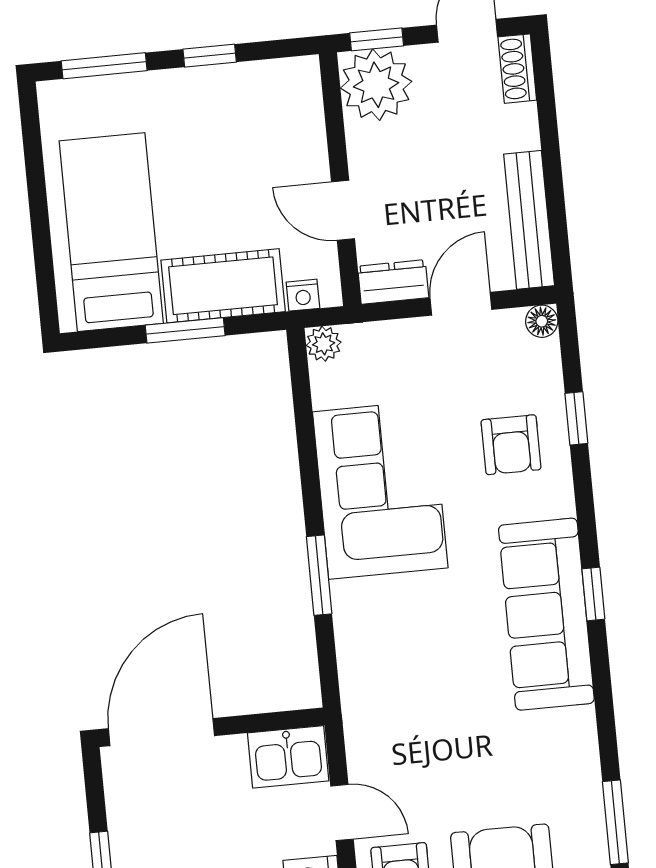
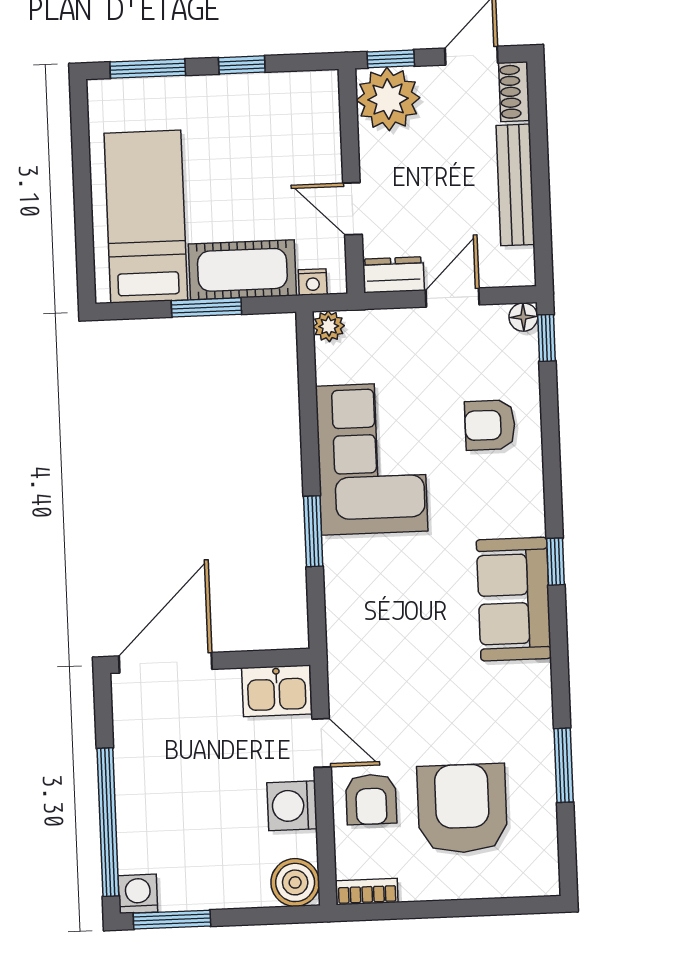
bench: (529, 220) -> (515, 185), moved
window: (576, 418) -> (547, 338), moved
armchair: (511, 445) -> (490, 425), turned 90
sofa: (546, 614) -> (514, 599), width x0.73

